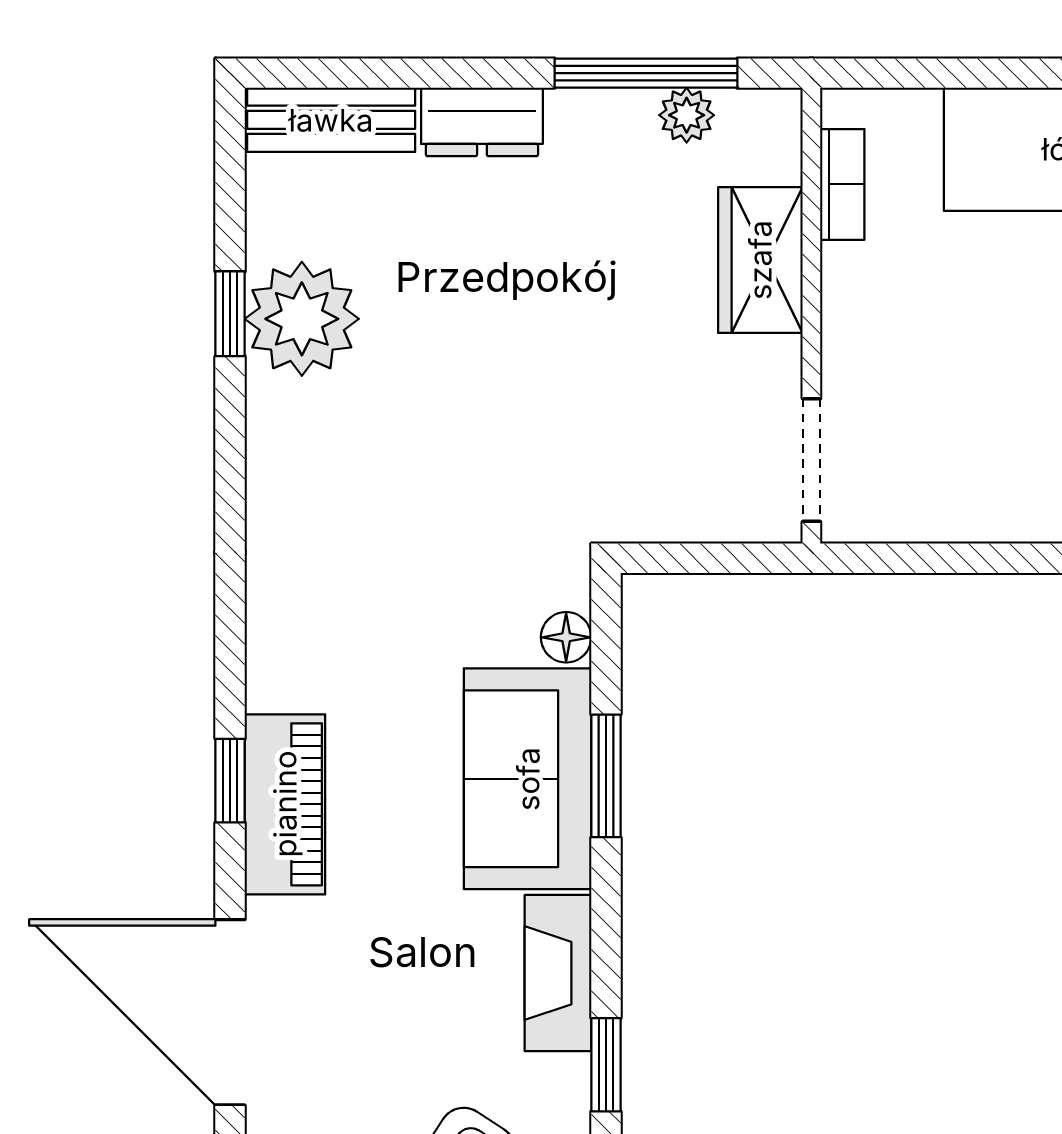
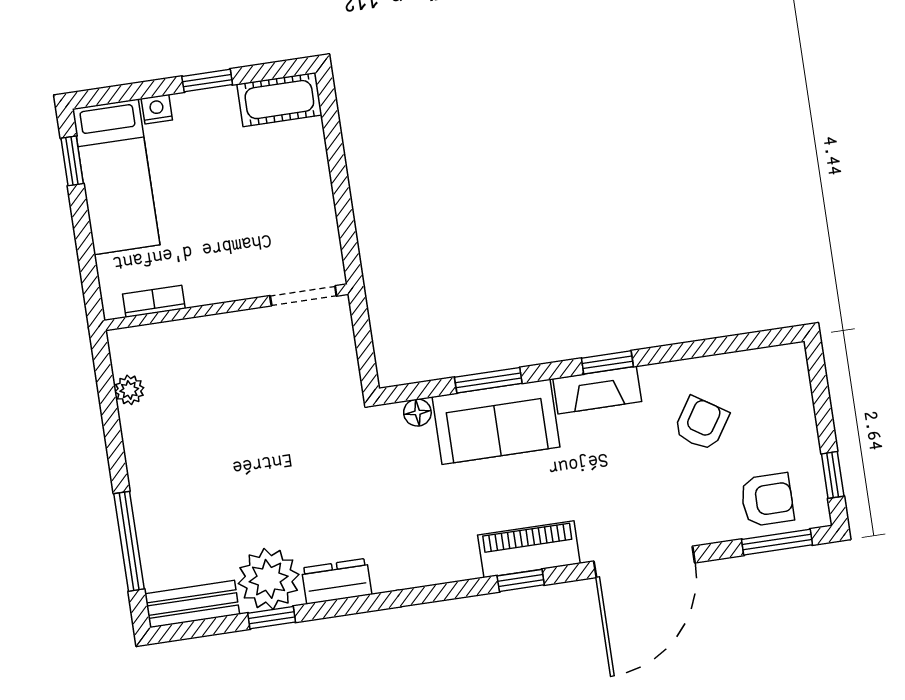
window: (646, 73) -> (129, 541), moved
bench: (331, 120) -> (192, 604), moved, turned 90
dresser: (482, 122) -> (337, 581), moved, turned -90
wardrobe: (760, 260) -> (201, 339), removed
window: (606, 1065) -> (607, 362), moved

